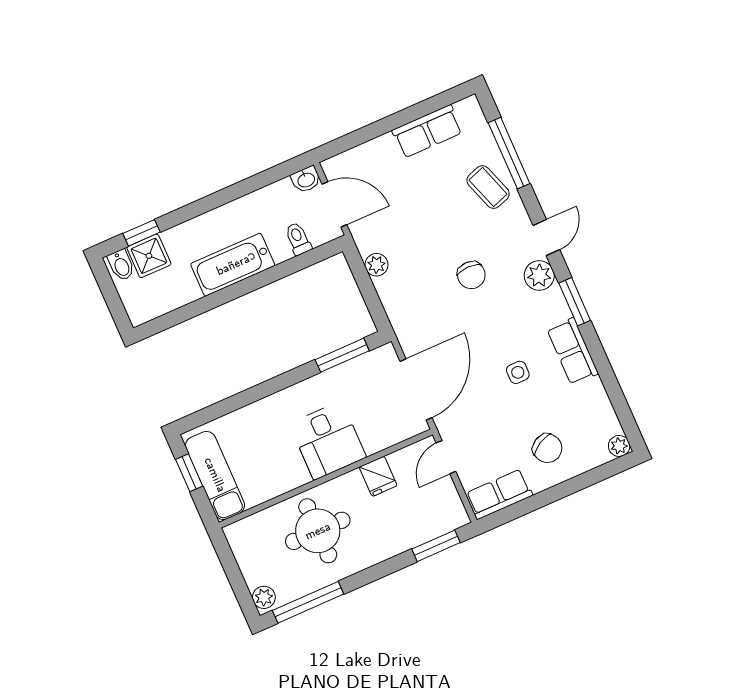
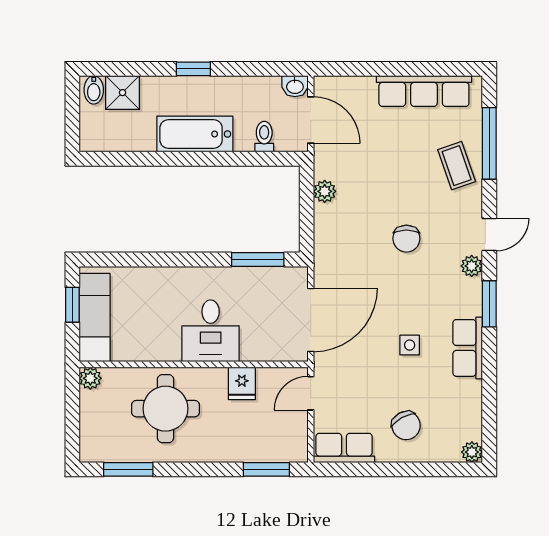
row of seats: (427, 131) -> (424, 91), width x1.48
window: (141, 233) -> (193, 69), moved
plant: (539, 275) -> (472, 266), width x0.73, depth x0.73
plant: (264, 597) -> (90, 378), moved
window: (308, 602) -> (128, 469), width x0.69

